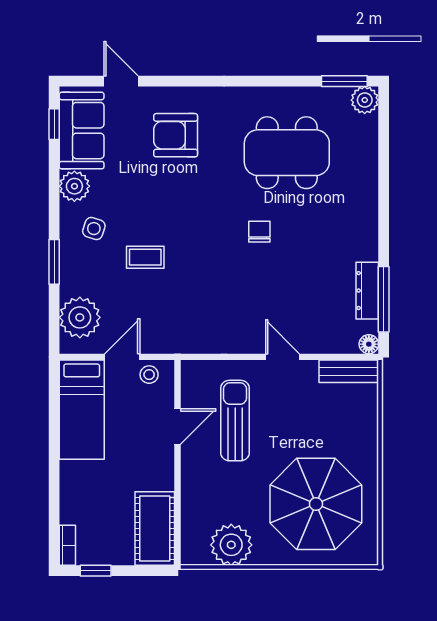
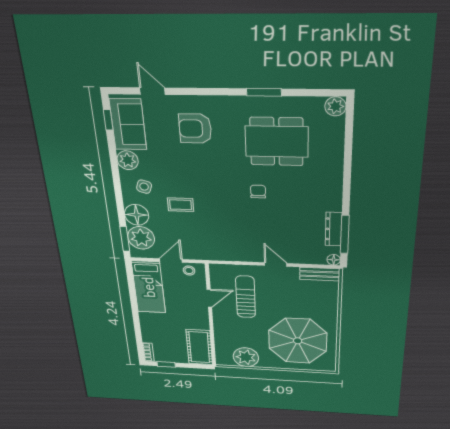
window: (344, 81) -> (264, 92), moved
window: (54, 262) -> (125, 239), moved
floor lamp: (77, 277) -> (137, 215), added

